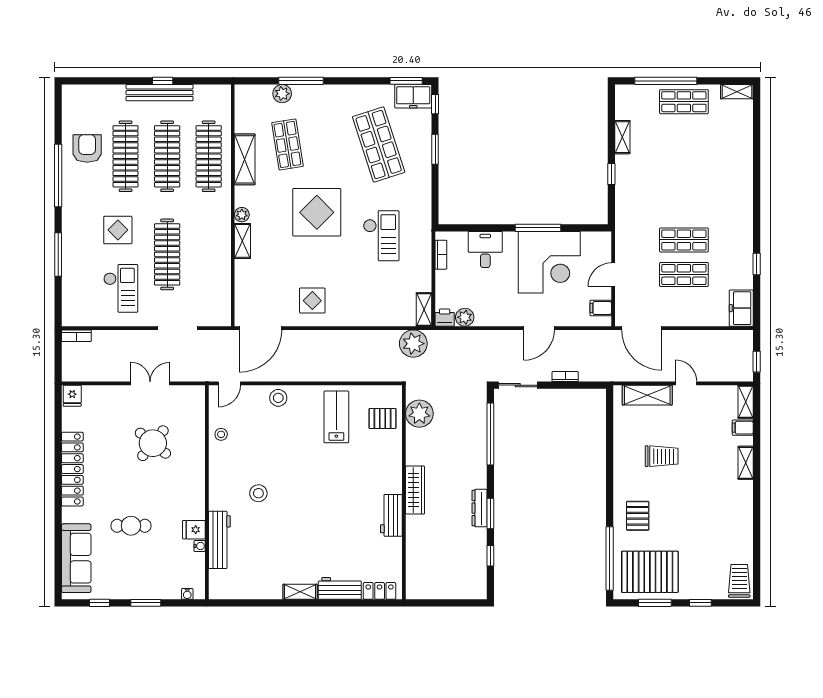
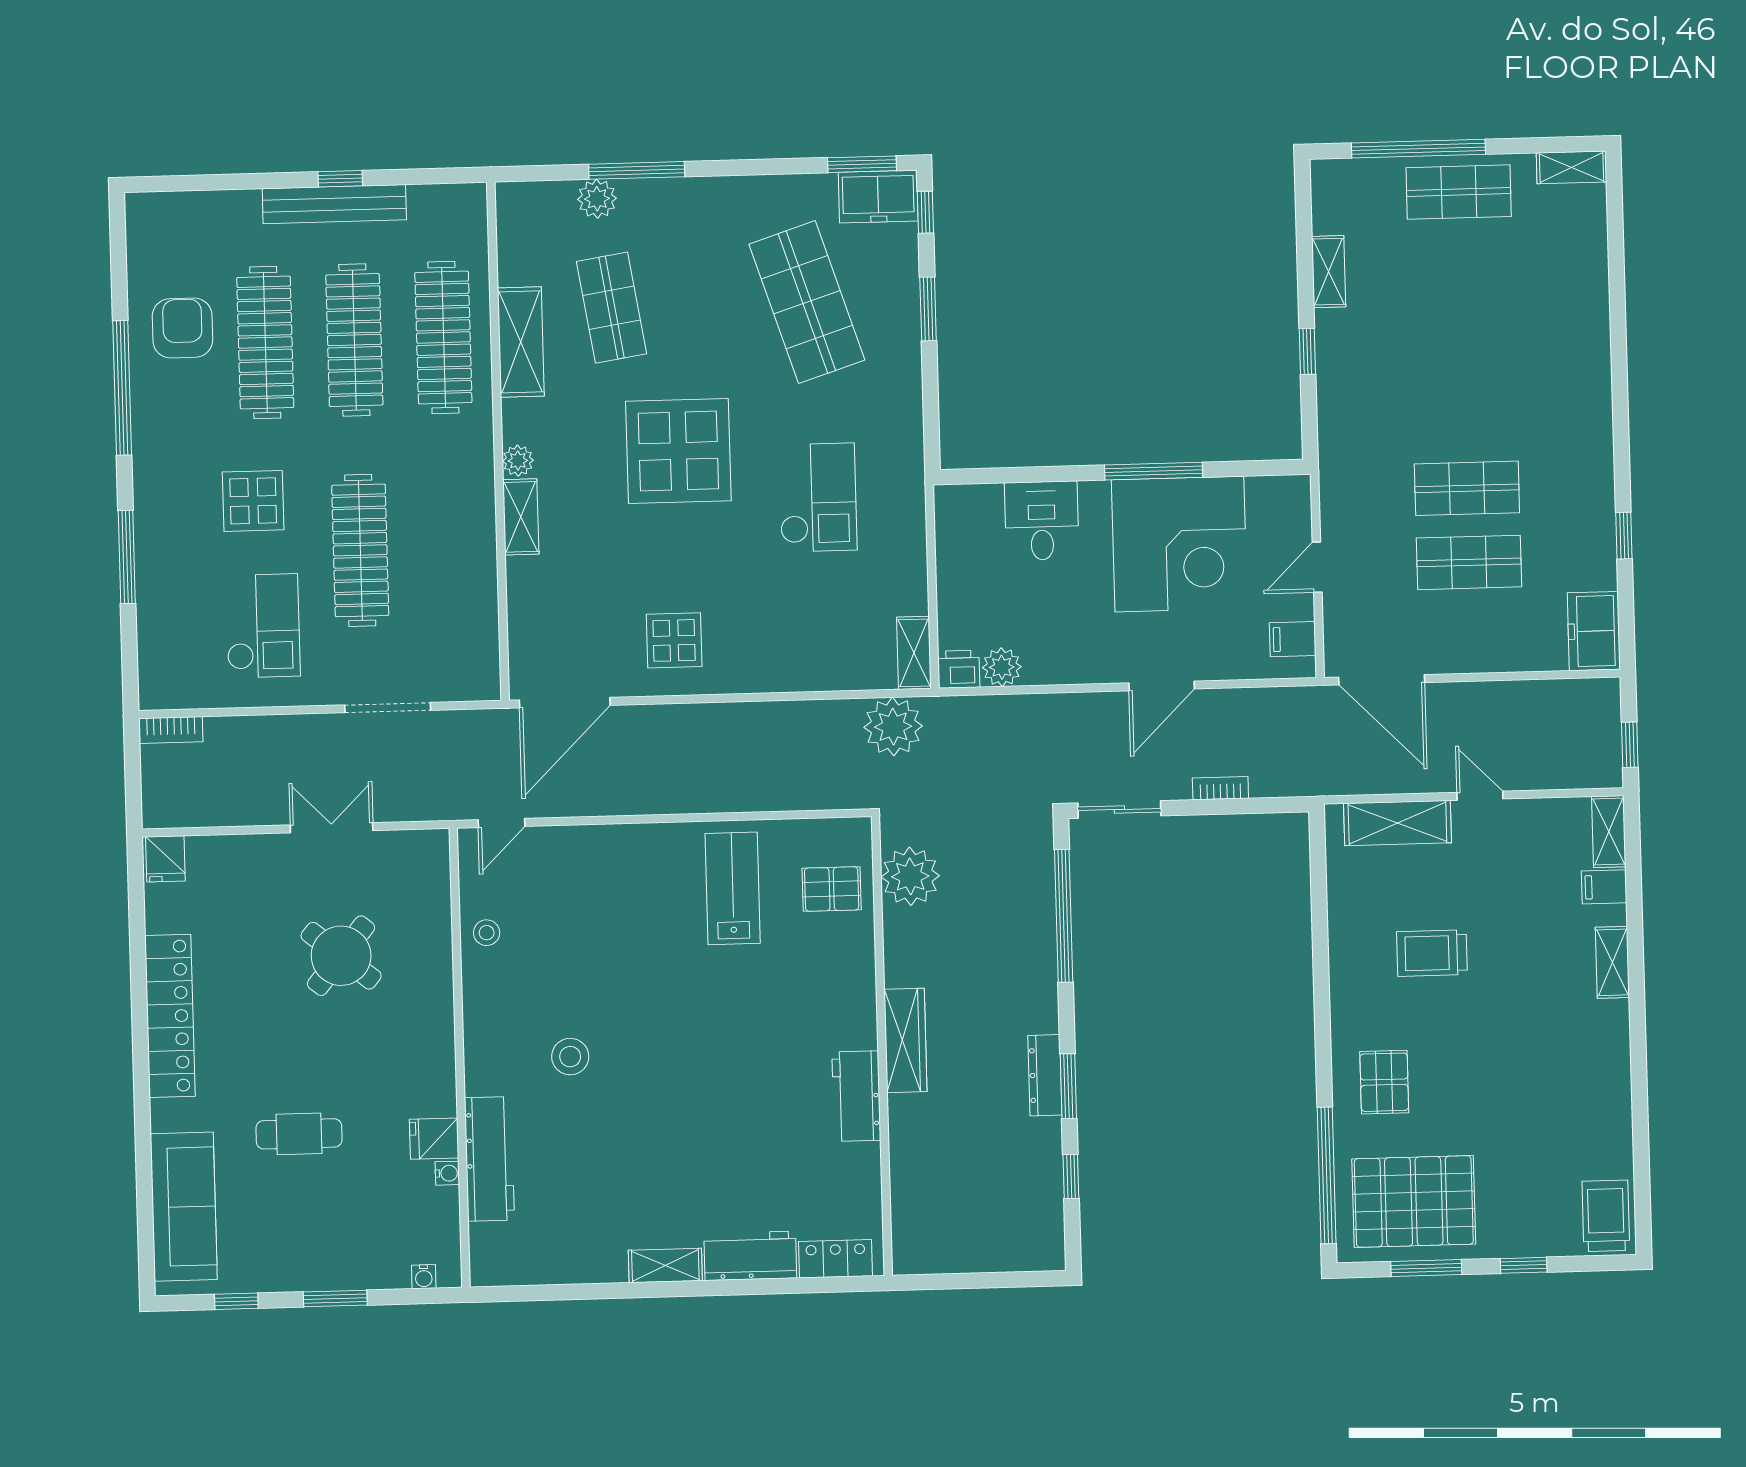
bookcase: (441, 255) -> (947, 534), removed
stool: (278, 398) -> (607, 851), removed
trolley: (662, 456) -> (1432, 953), turned 180

